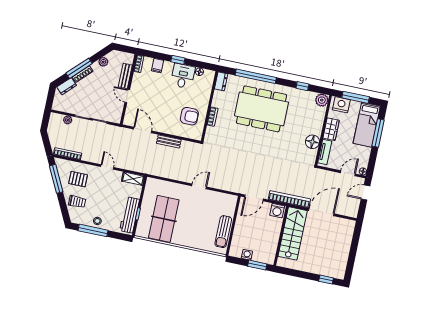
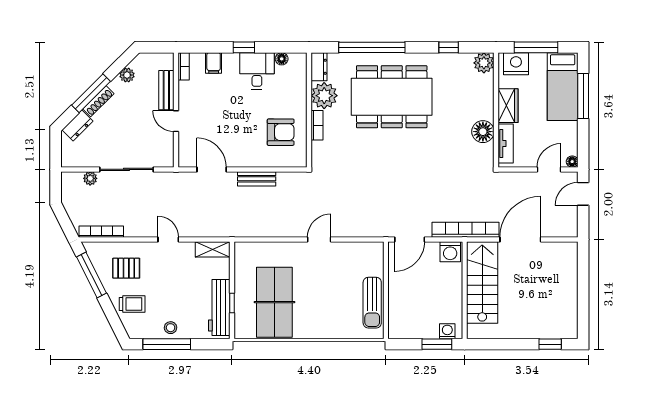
plant: (221, 100) -> (324, 96), added
washing machine: (247, 255) -> (447, 331), moved

